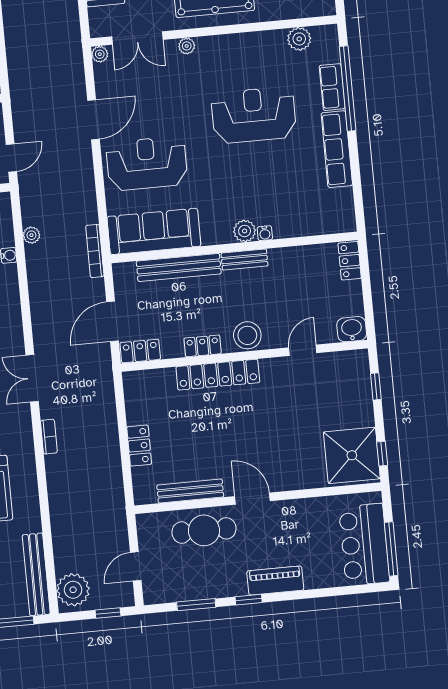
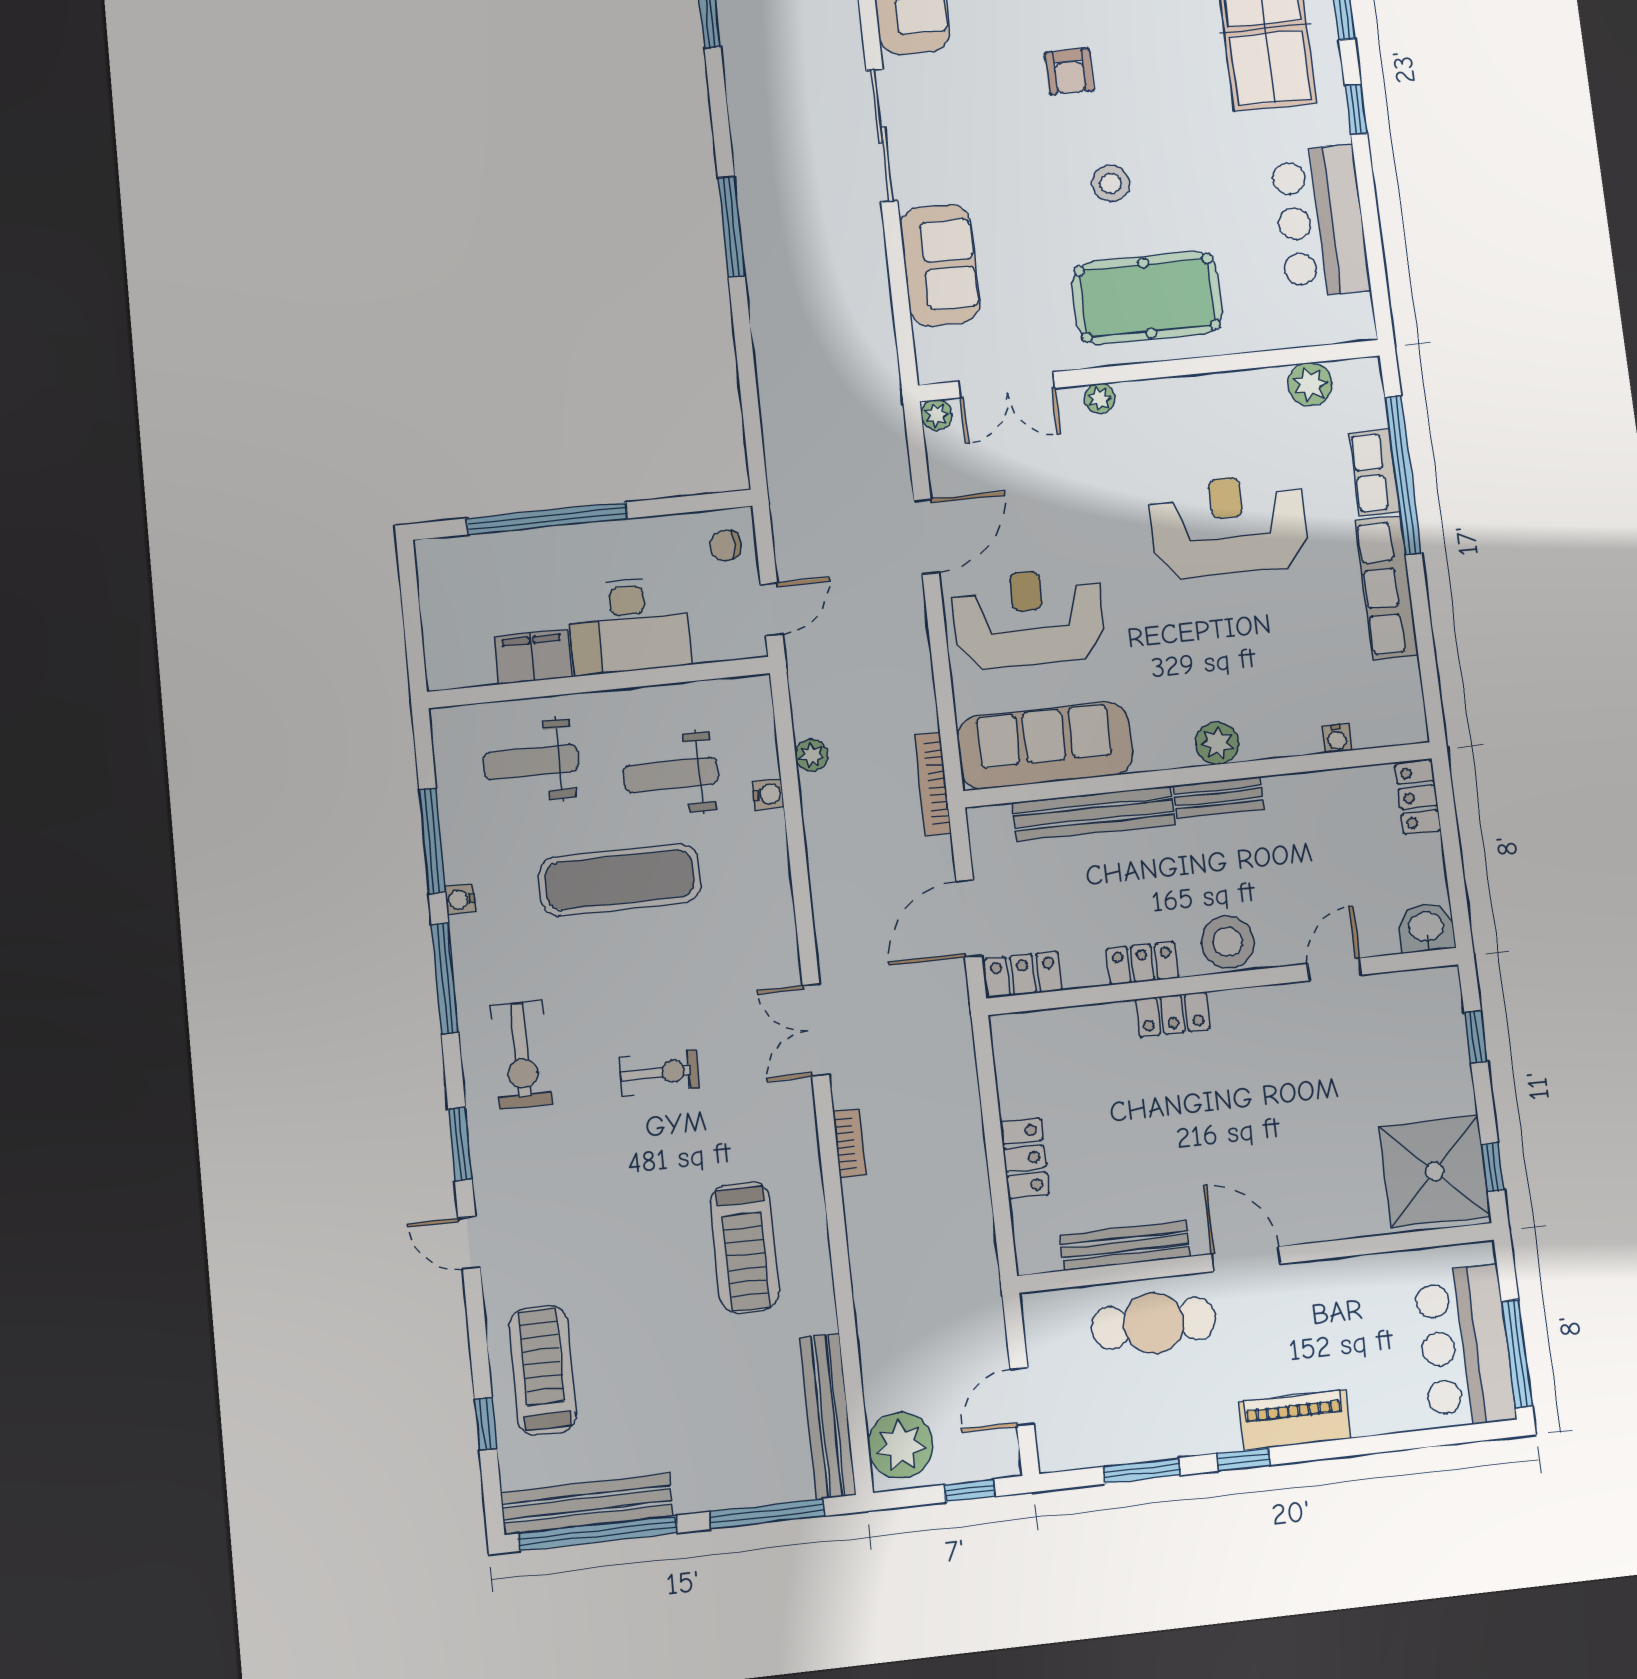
water cooler: (265, 233) -> (1337, 738), moved
locker: (218, 375) -> (1173, 1014), width x0.46, depth x0.83

